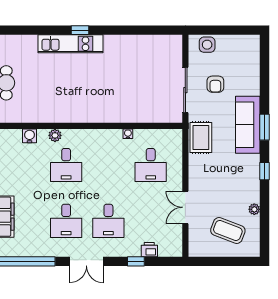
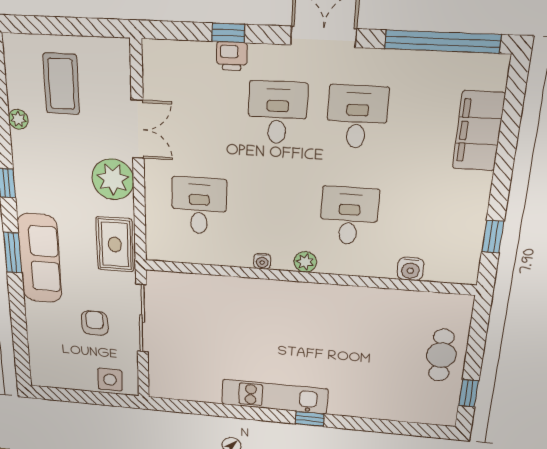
kitchen unit: (71, 44) -> (275, 397), moved
water cooler: (128, 134) -> (262, 261), moved
plant: (55, 135) -> (305, 262), moved
plant: (201, 178) -> (113, 179), added
coffee table: (228, 230) -> (61, 84), turned 69
printer: (149, 250) -> (232, 56), moved

